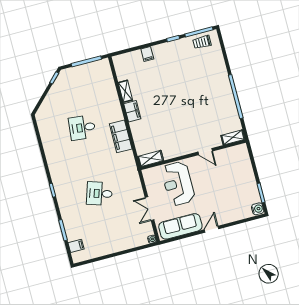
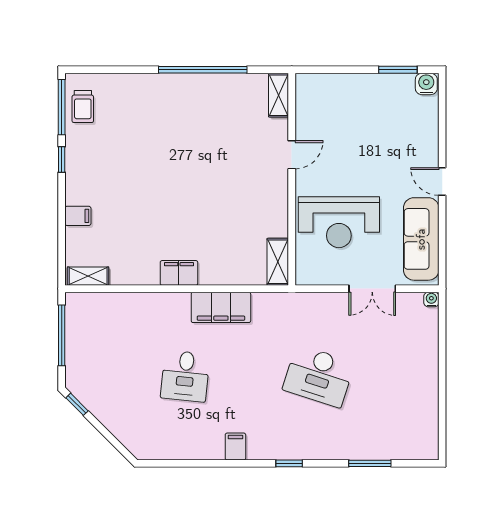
shelving: (125, 91) -> (88, 276), moved
desk: (99, 193) -> (319, 376), width x1.37
filing cabinet: (76, 246) -> (235, 447), moved

